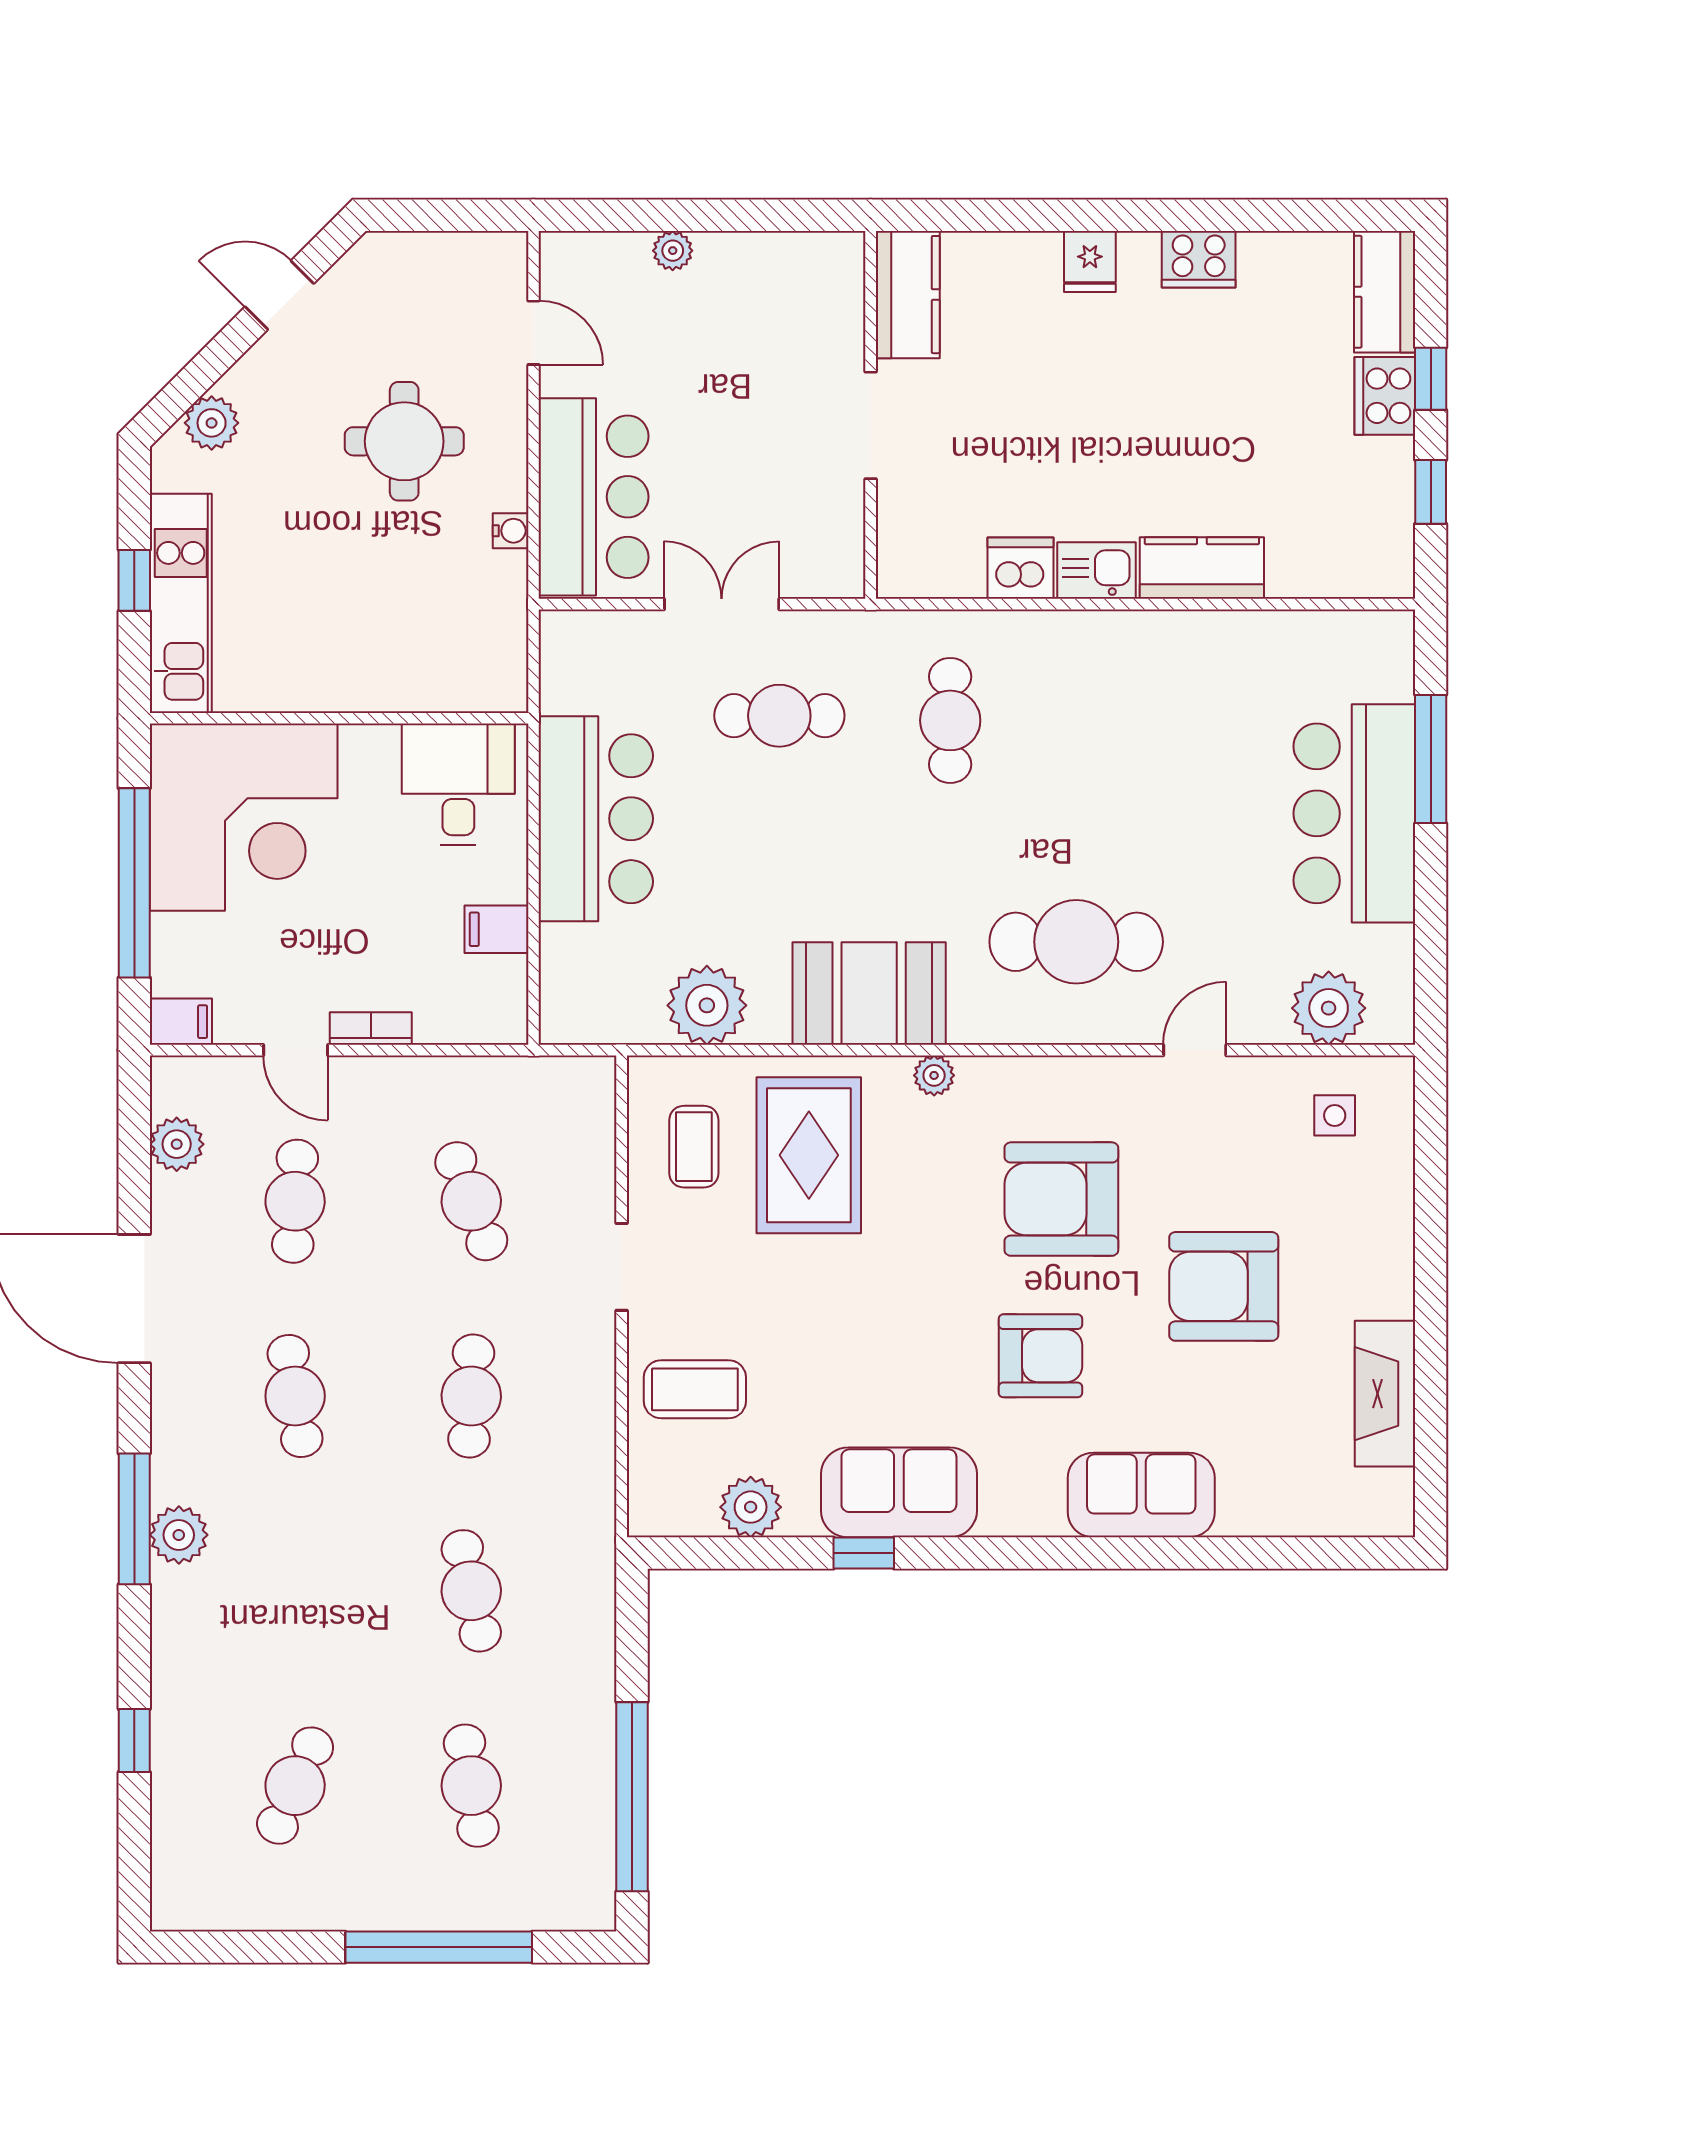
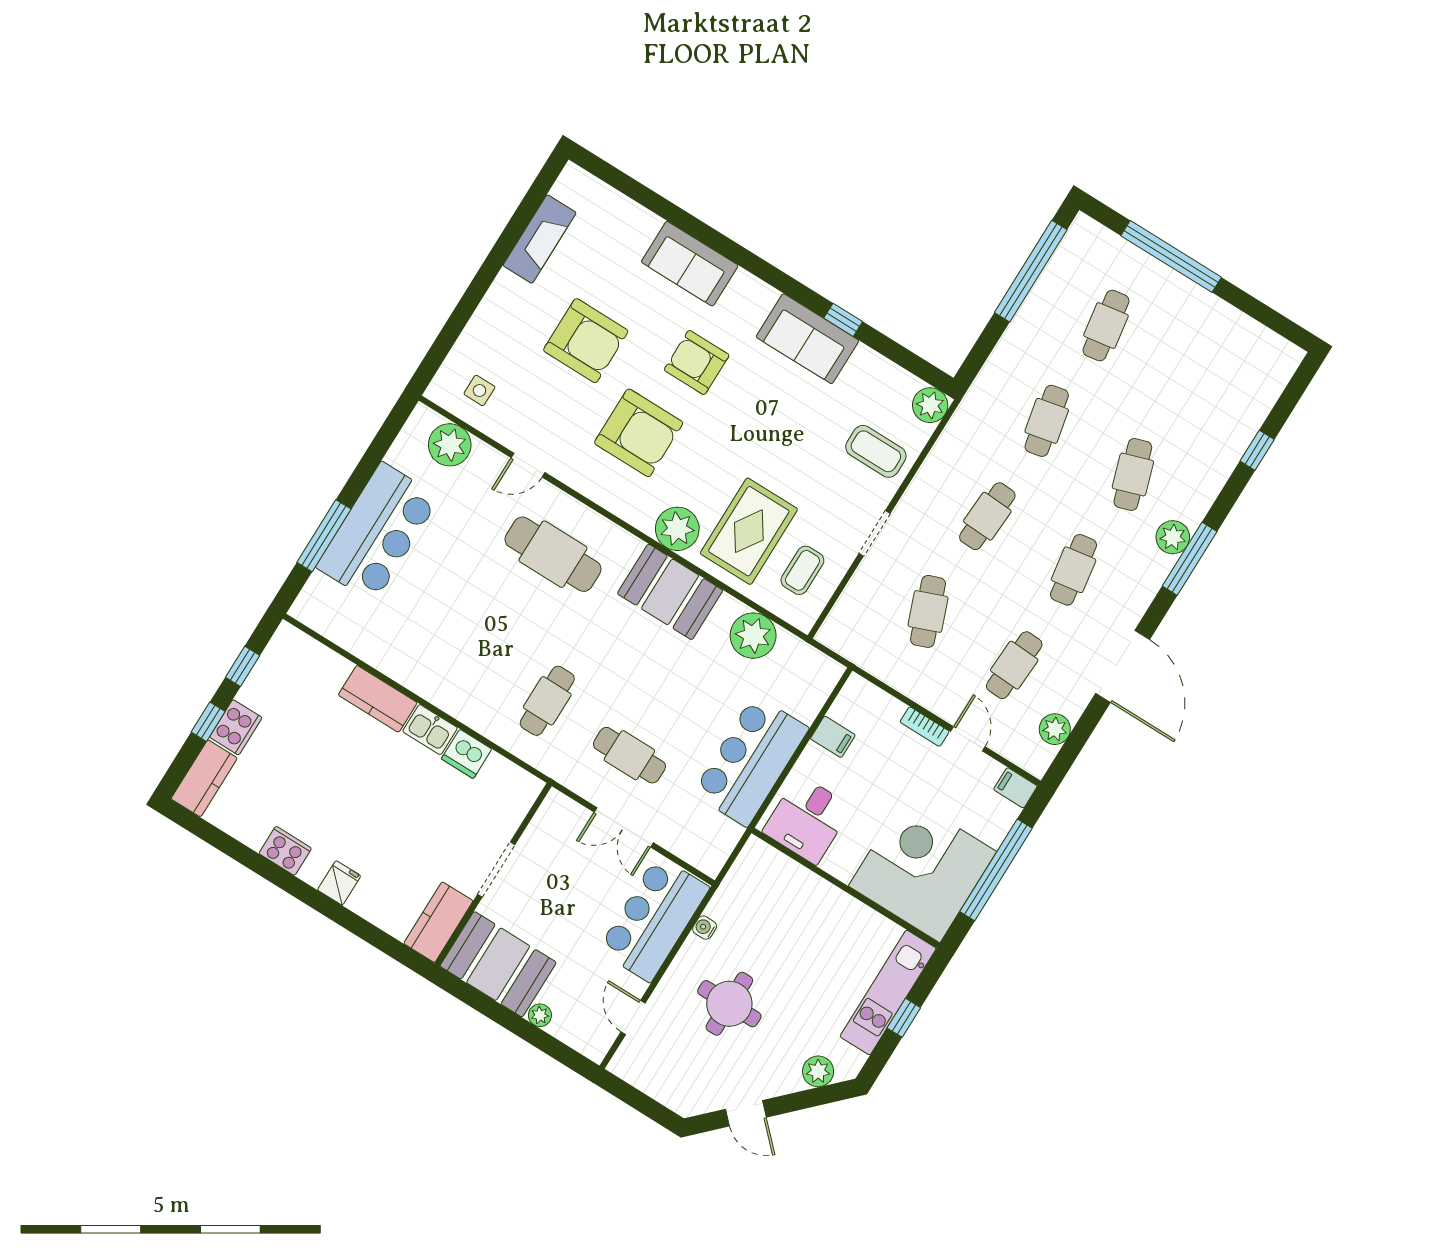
booth: (781, 287) -> (498, 964), added
plant: (934, 1075) -> (677, 529), width x1.88, depth x1.88
plant: (751, 1507) -> (930, 405), moved
cafe table: (295, 1786) -> (1133, 475), moved, turned -42

